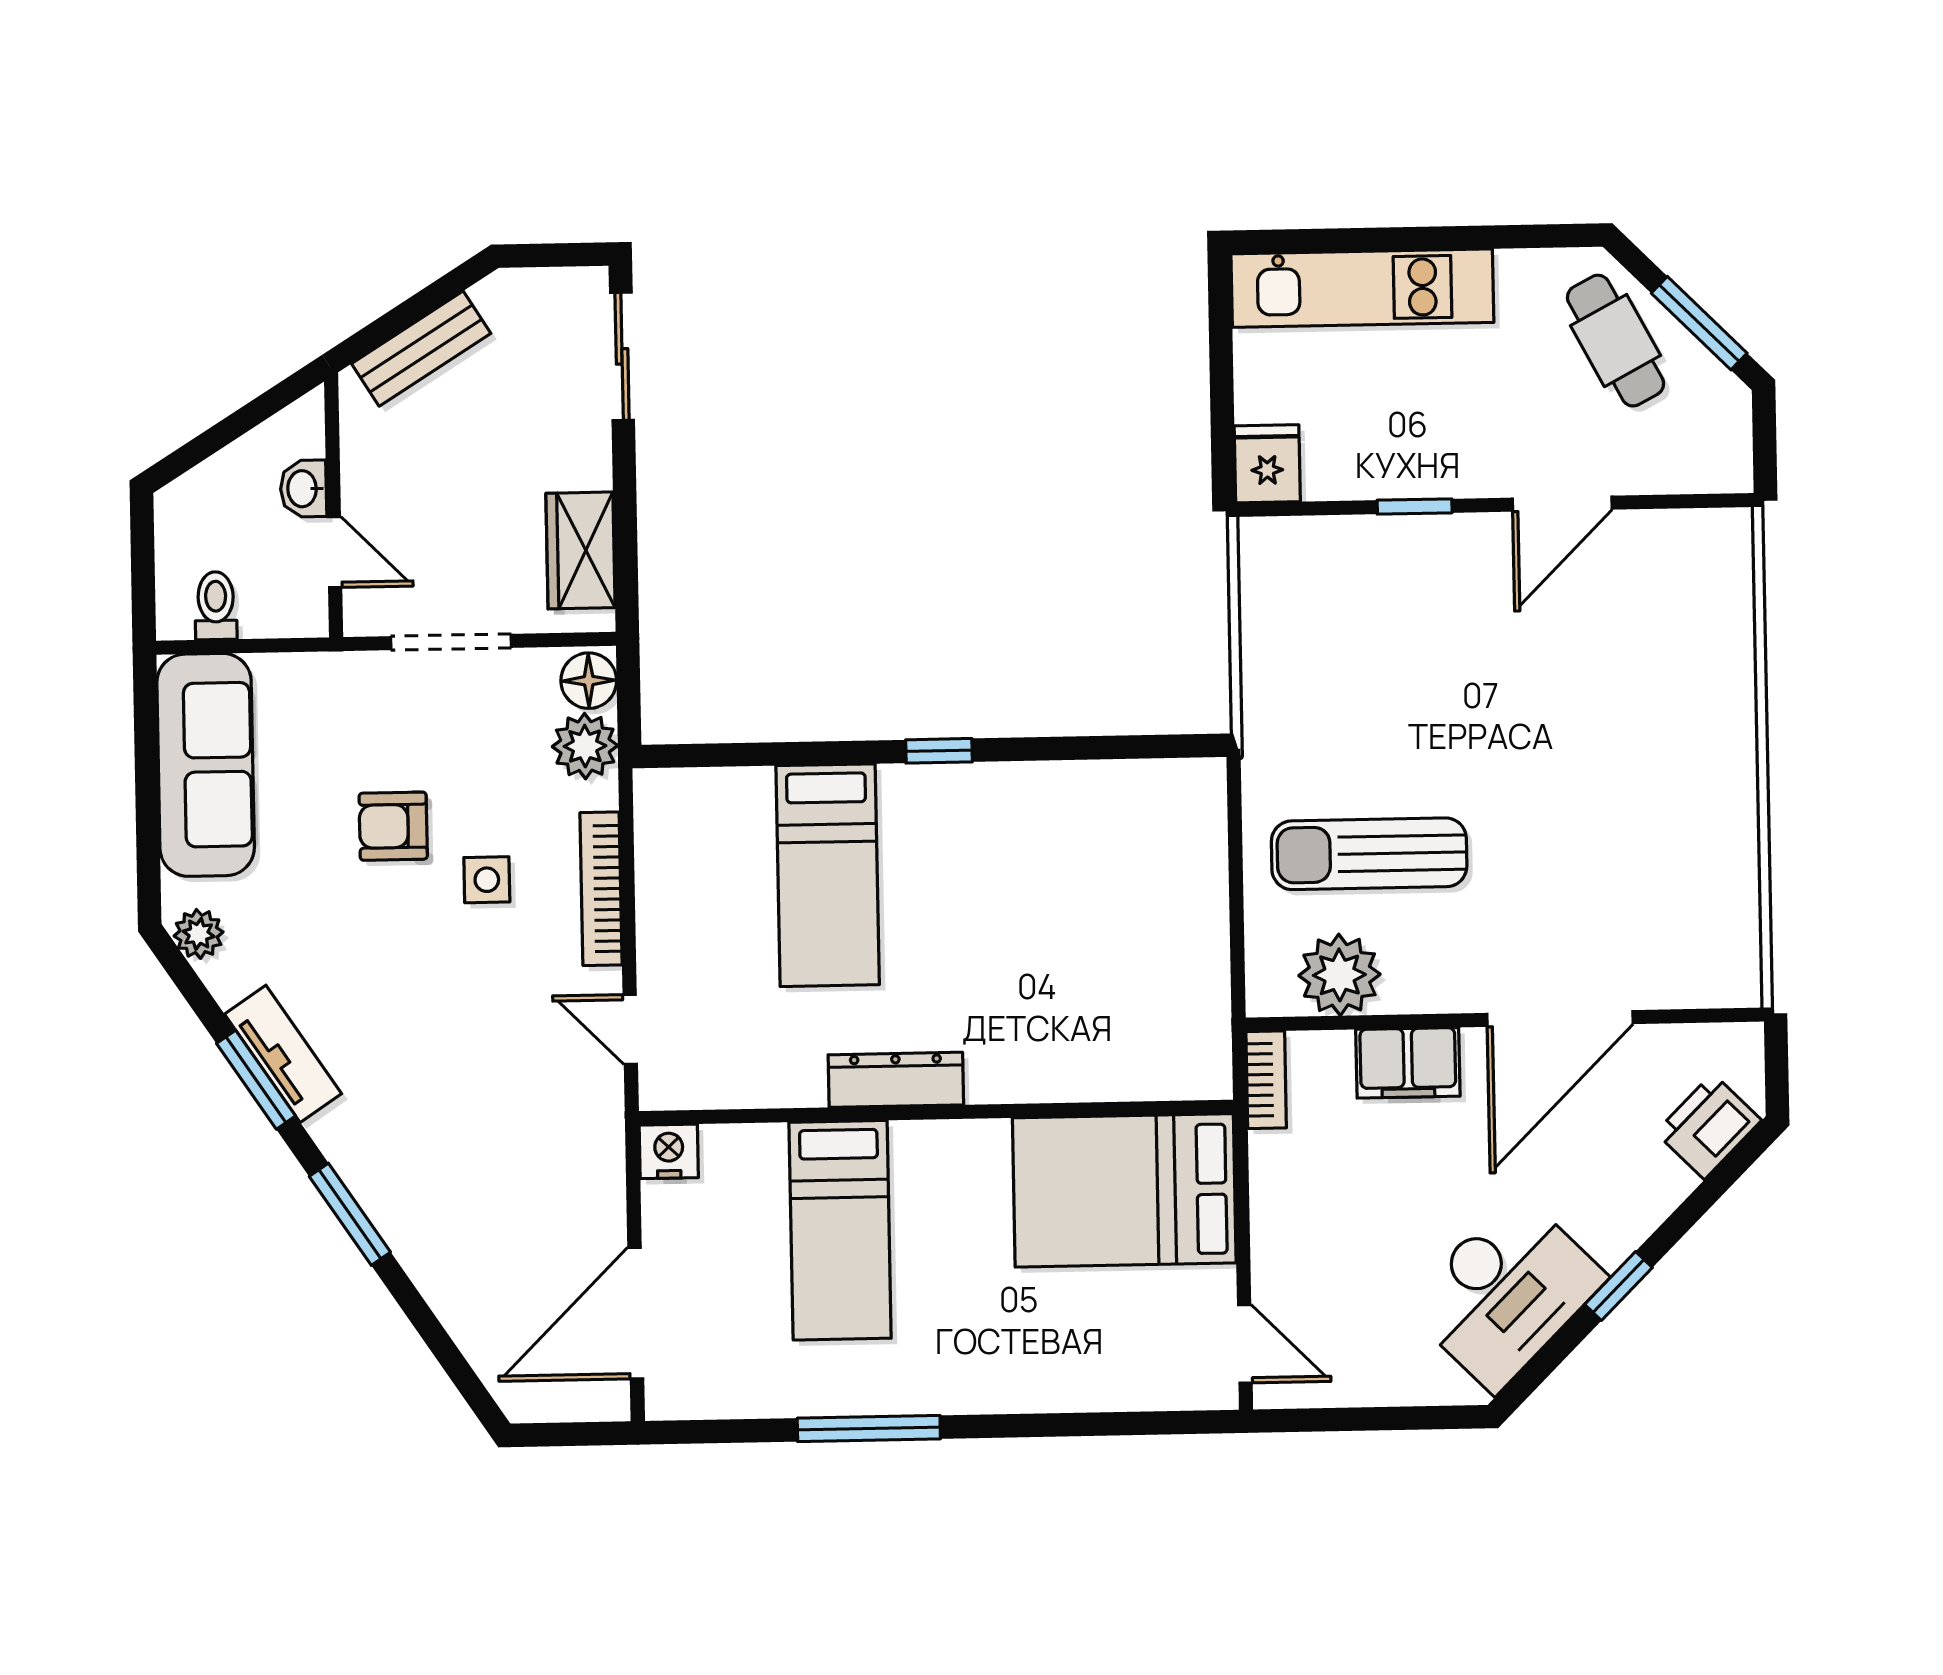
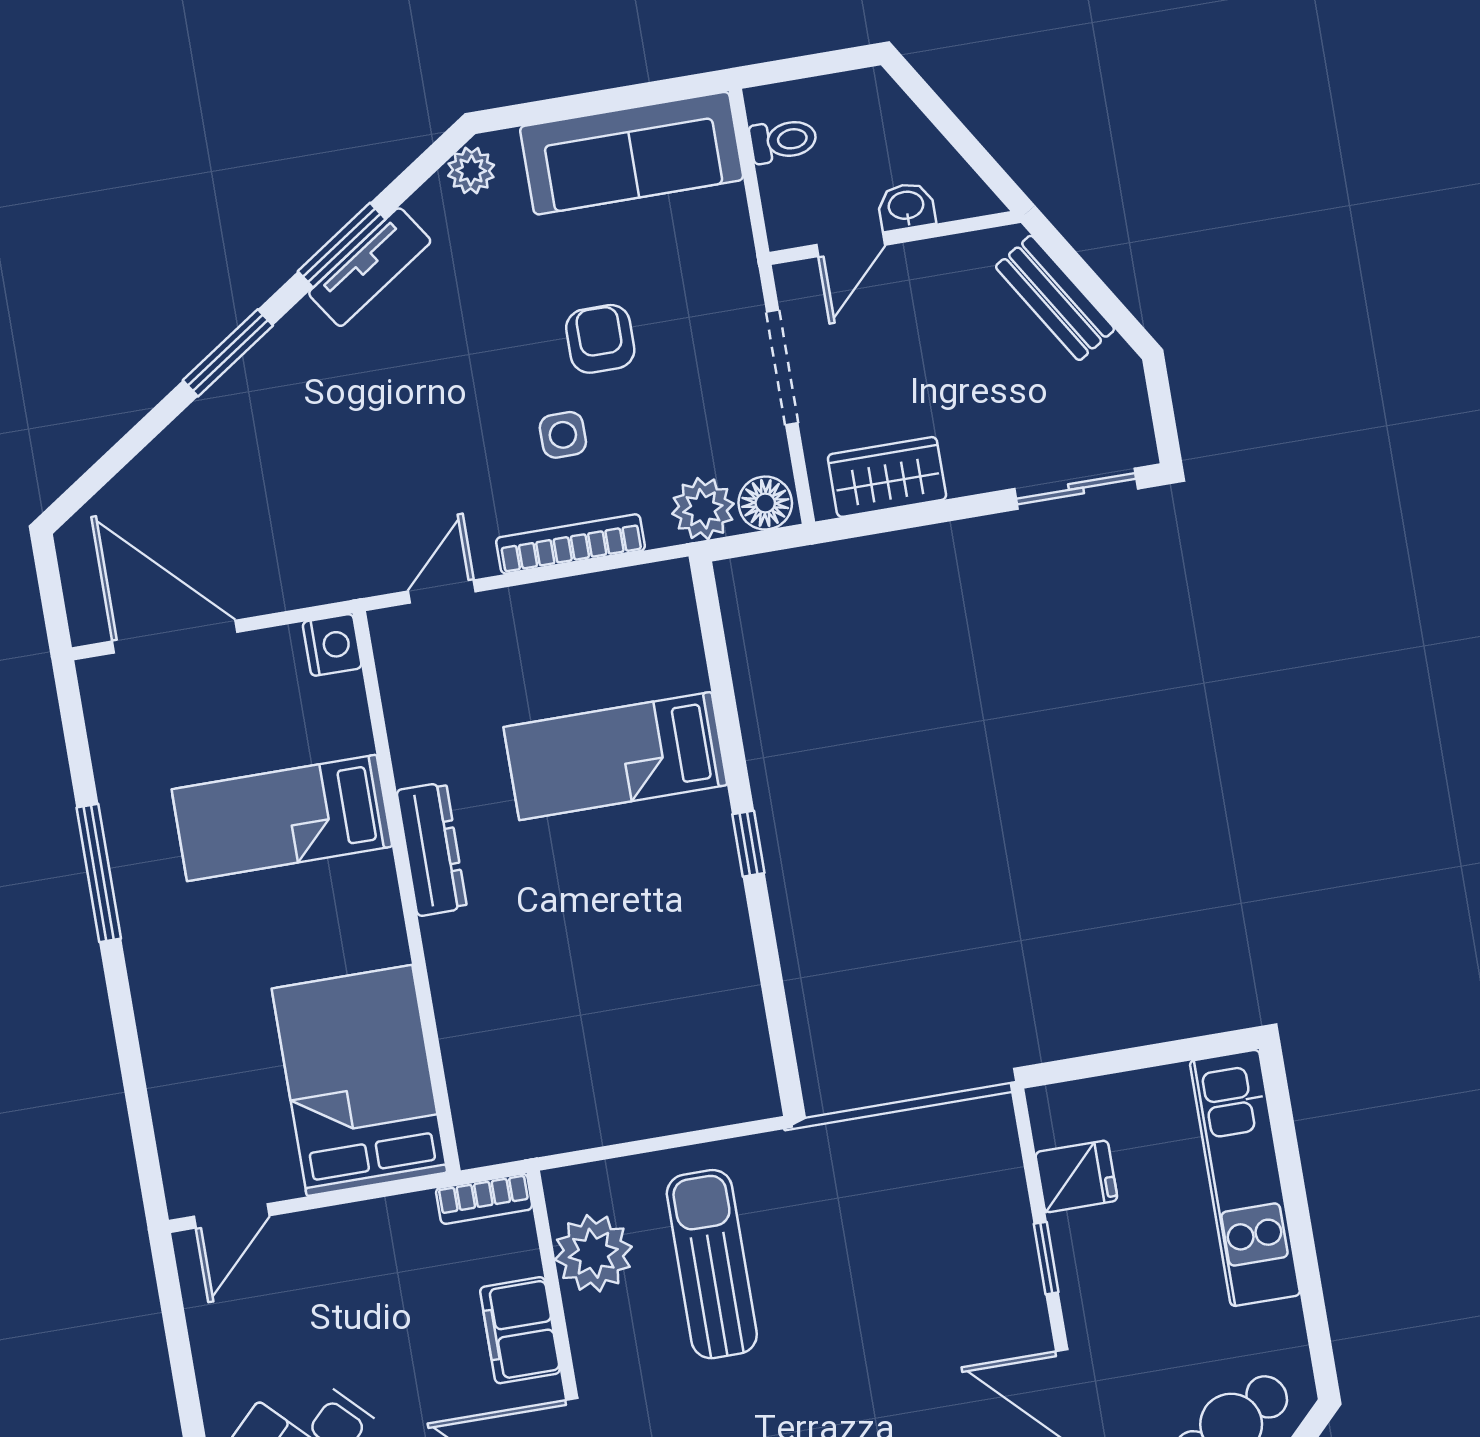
fridge: (1267, 464) -> (1076, 1176), moved

